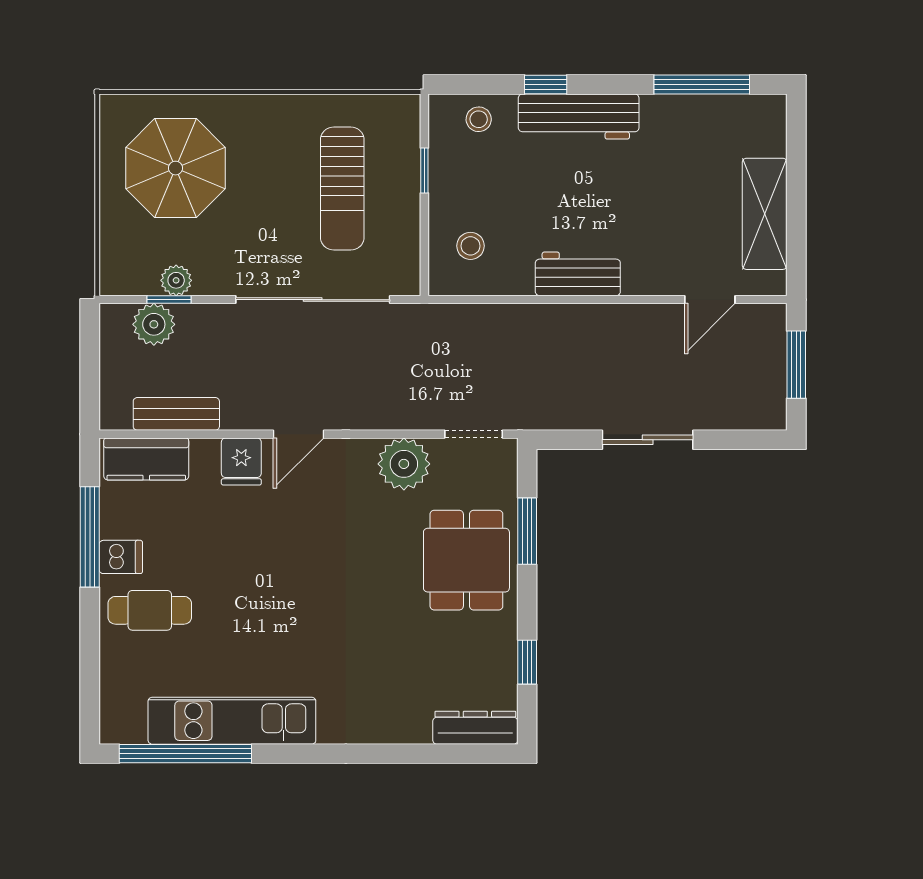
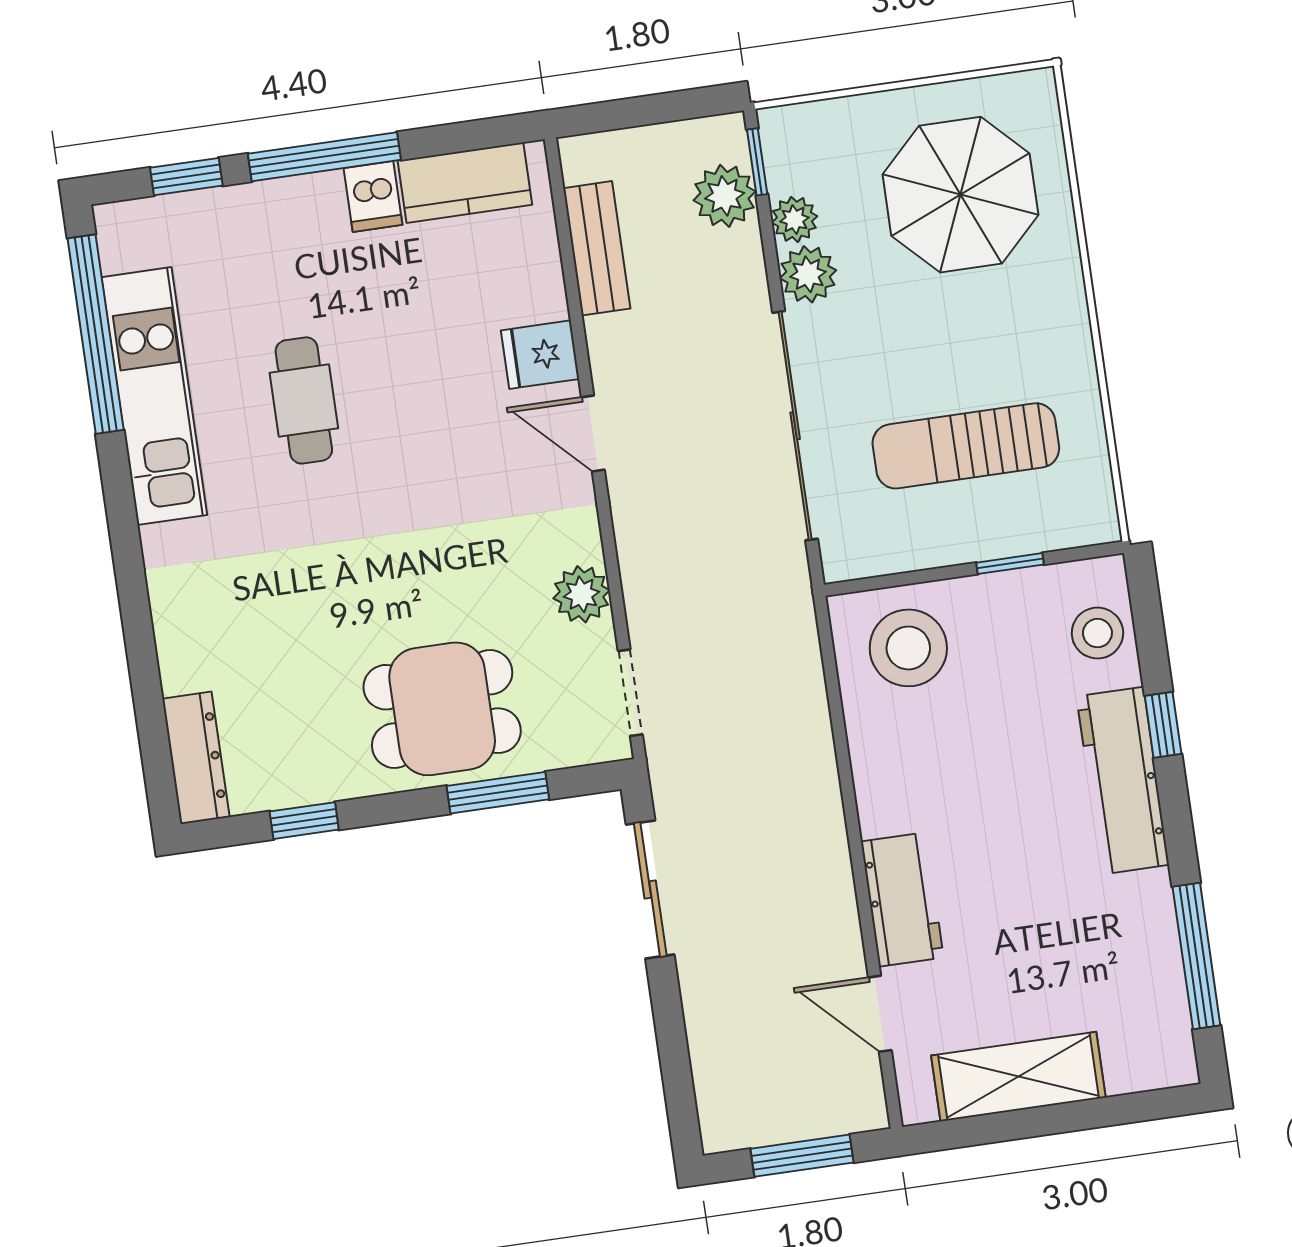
stool: (479, 119) -> (1097, 633), width x1.37, depth x1.37
stool: (471, 246) -> (908, 648), width x1.89, depth x1.89
workbench: (578, 274) -> (902, 900), moved
plant: (214, 277) -> (808, 274), added
window: (169, 300) -> (757, 162), moved
sliding door: (648, 440) -> (650, 890), moved
kitchen counter: (146, 459) -> (465, 183), moved, turned -90
plant: (404, 464) -> (582, 594), width x0.73, depth x0.73
window: (90, 537) -> (324, 157), moved
cafe table: (150, 610) -> (304, 400), moved
window: (90, 679) -> (186, 177), added

